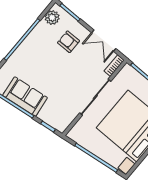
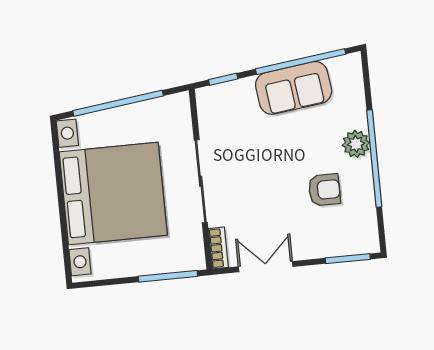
plant: (52, 17) -> (356, 144), moved
armchair: (68, 42) -> (324, 190), moved

